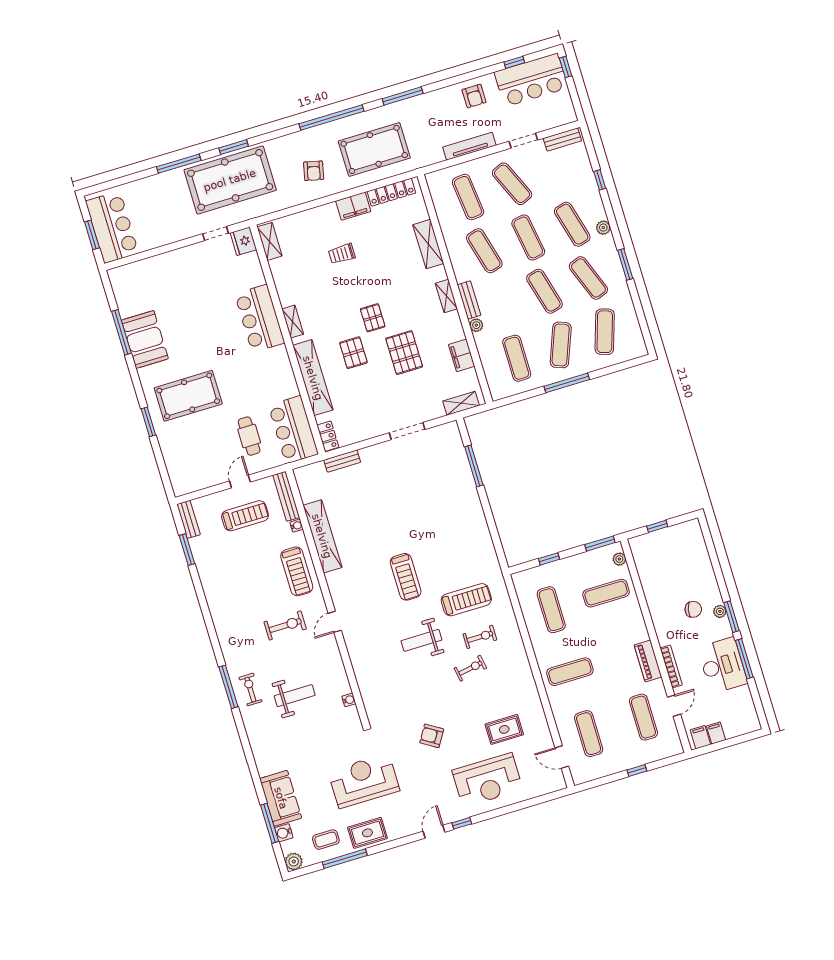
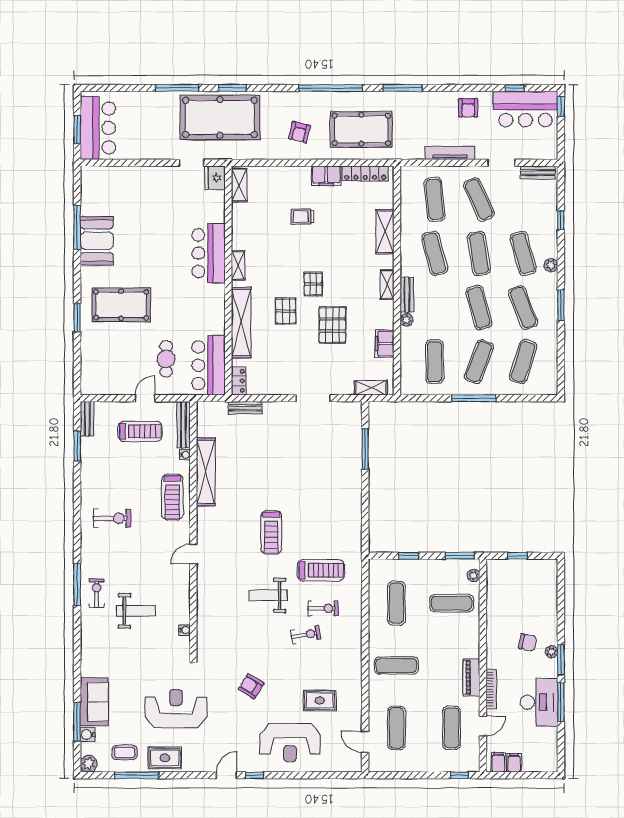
exercise bike: (285, 625) -> (112, 518), moved
window: (637, 770) -> (459, 775), moved

